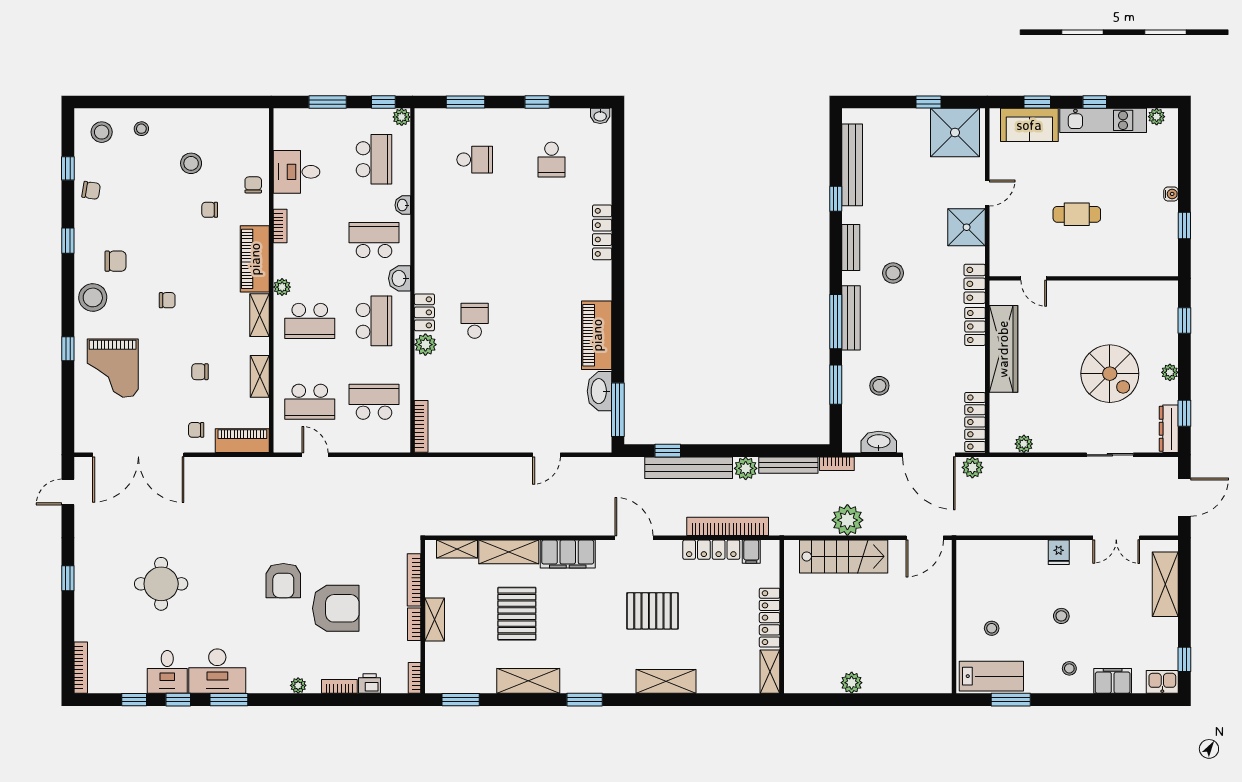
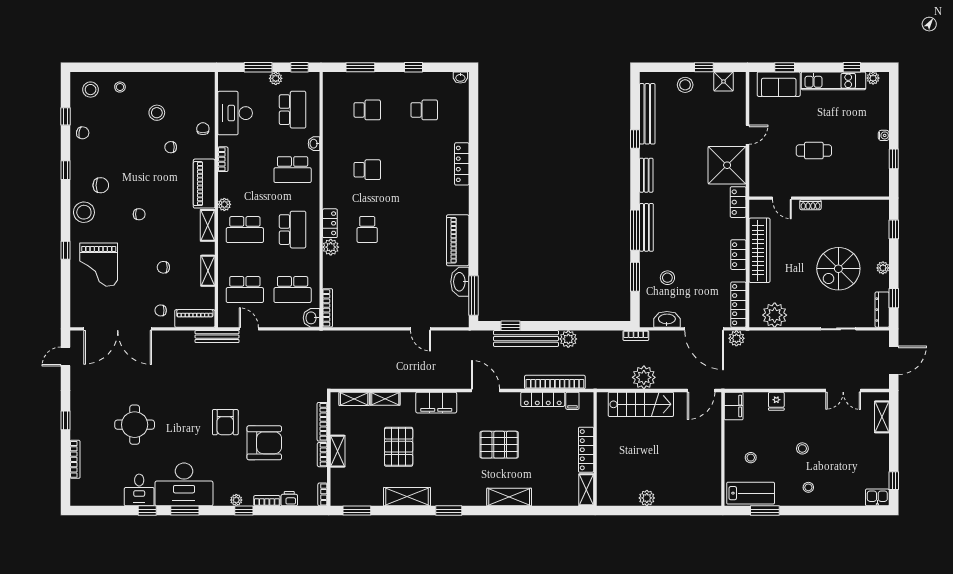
window: (1095, 102) -> (852, 67), moved
plant: (402, 117) -> (276, 78), moved
shower: (955, 133) -> (724, 81), width x0.54, depth x0.54
school desk: (552, 160) -> (424, 110), turned -90
desk: (297, 172) -> (235, 113), width x1.37
shower: (967, 227) -> (727, 165), width x1.37, depth x1.37
school desk: (374, 240) -> (293, 170), turned 180
school desk: (475, 240) -> (367, 170), added
stool: (893, 273) -> (685, 85), moved
washbasin: (400, 278) -> (311, 318), moved
shoe rack: (1072, 287) -> (810, 205), added
school desk: (475, 321) -> (367, 229), turned 180
locker: (975, 326) -> (738, 255), moved
spiral stairs: (1110, 374) -> (838, 269), turned 90
school desk: (374, 402) -> (293, 290), turned 180
plant: (1024, 444) -> (775, 315), width x1.87, depth x1.87
door: (547, 455) -> (421, 329), hinge flipped
bench: (788, 465) -> (217, 337), moved
shelving: (509, 552) -> (385, 399), width x0.67, depth x0.75
fridge: (1059, 552) -> (776, 401), moved
shelving: (1165, 584) -> (882, 417), width x0.67, depth x0.75
bookcase: (81, 668) -> (75, 459), moved
desk: (217, 671) -> (184, 484), width x1.36, depth x1.30
filing cabinet: (1113, 681) -> (734, 406), moved, turned 90
window: (134, 700) -> (244, 511), moved

